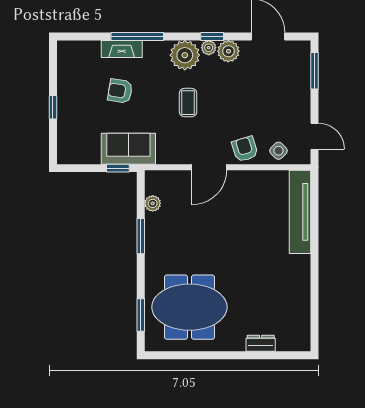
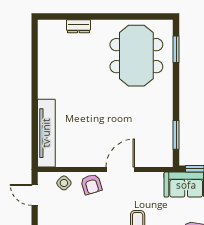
plant: (153, 203) -> (166, 140), removed
window: (141, 236) -> (176, 135), moved
meeting table: (189, 307) -> (136, 56), turned 90

